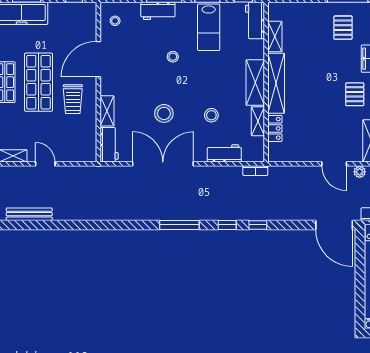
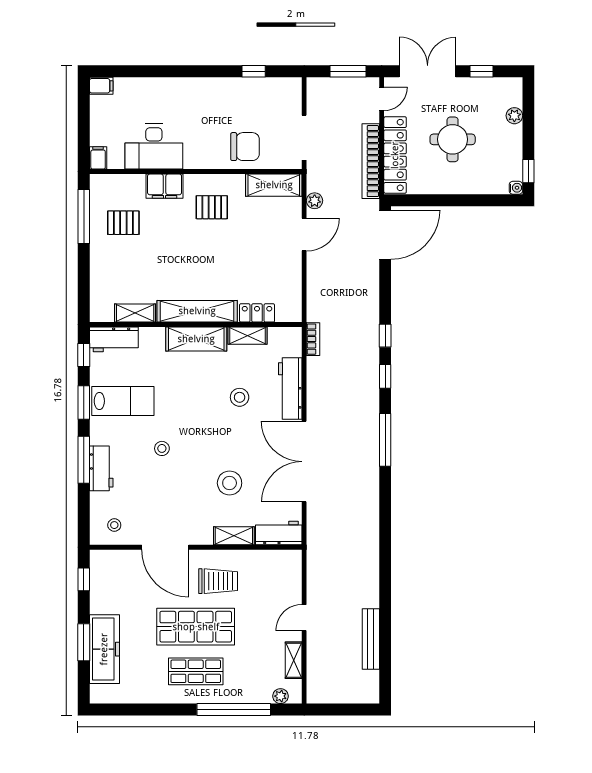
stool: (164, 113) -> (230, 483), moved
workbench: (224, 153) -> (290, 389), width x1.38

